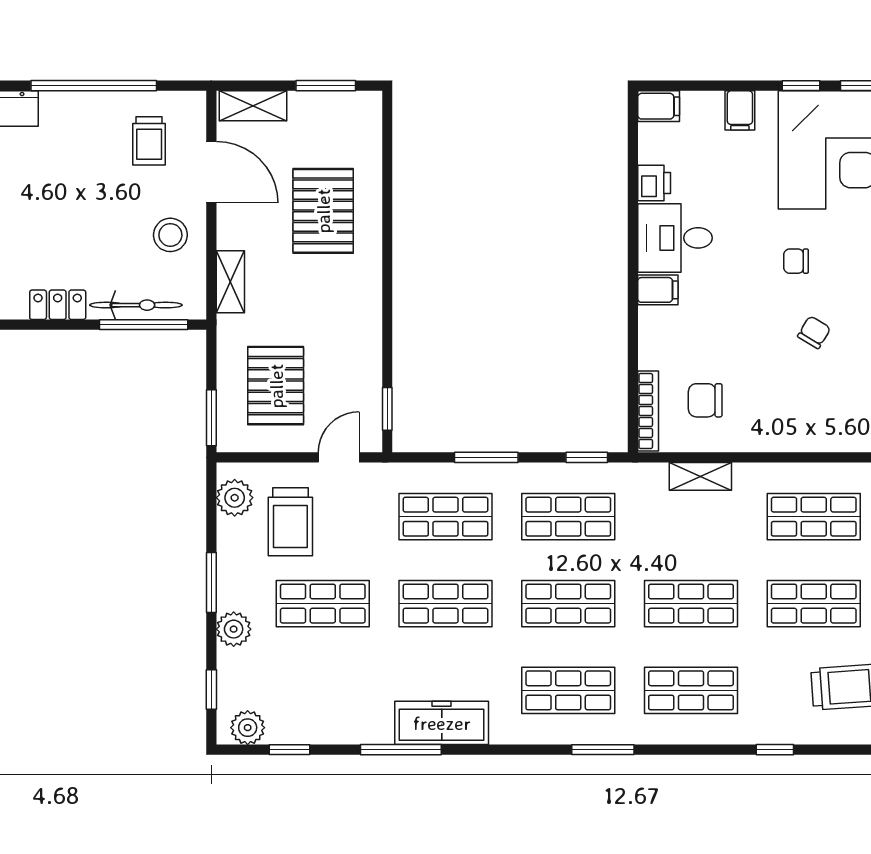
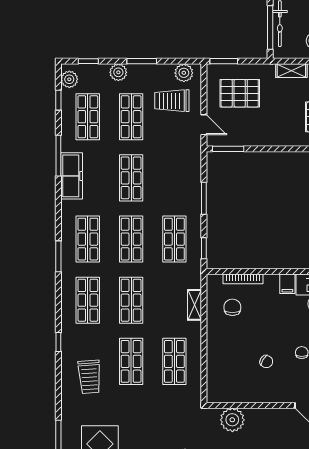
window: (387, 409) -> (228, 149), width x1.50
bookcase: (648, 411) -> (243, 279), moved
shop shelf: (445, 517) -> (88, 117), moved

